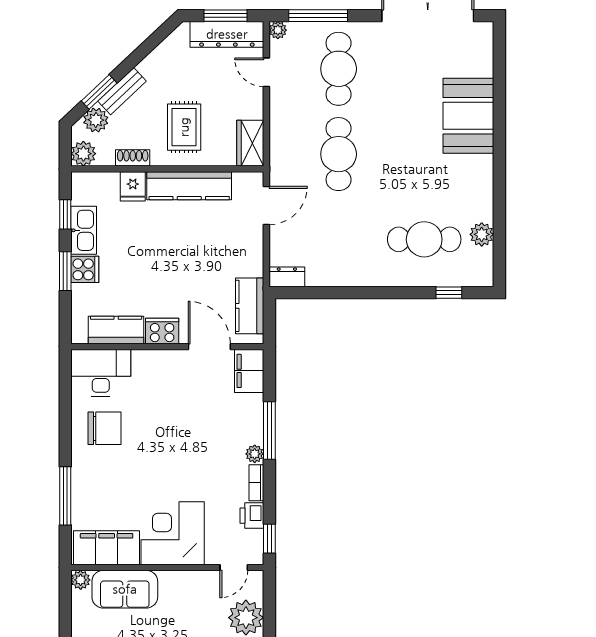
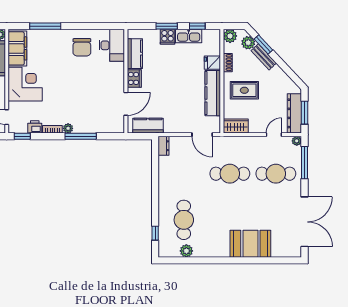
filing cabinet: (249, 371) -> (113, 125), removed

